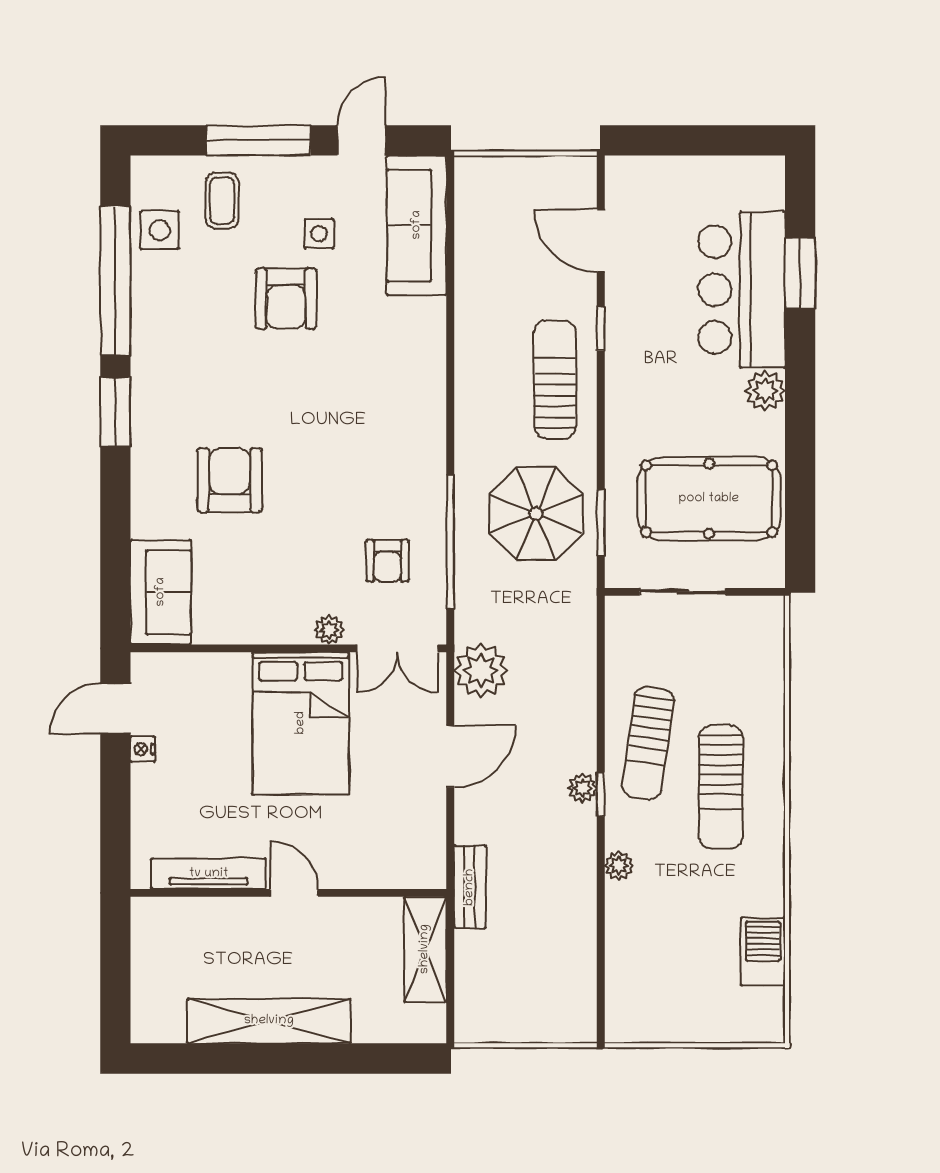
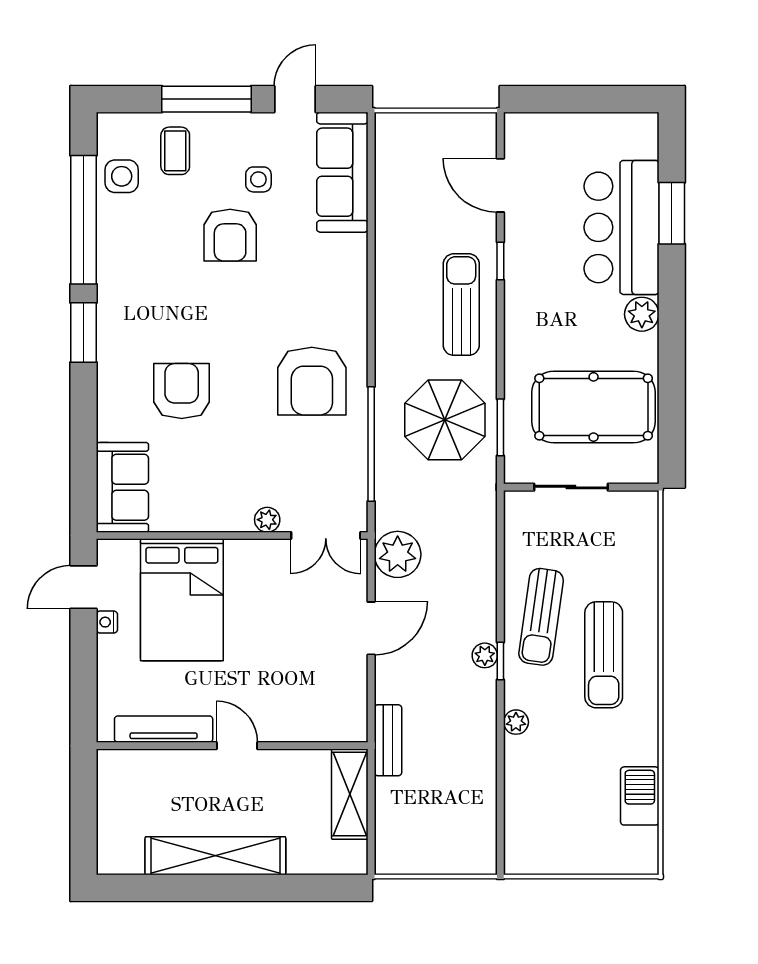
armchair: (387, 561) -> (312, 381), moved, width x1.88, depth x1.88
bed: (301, 723) -> (182, 600), moved

